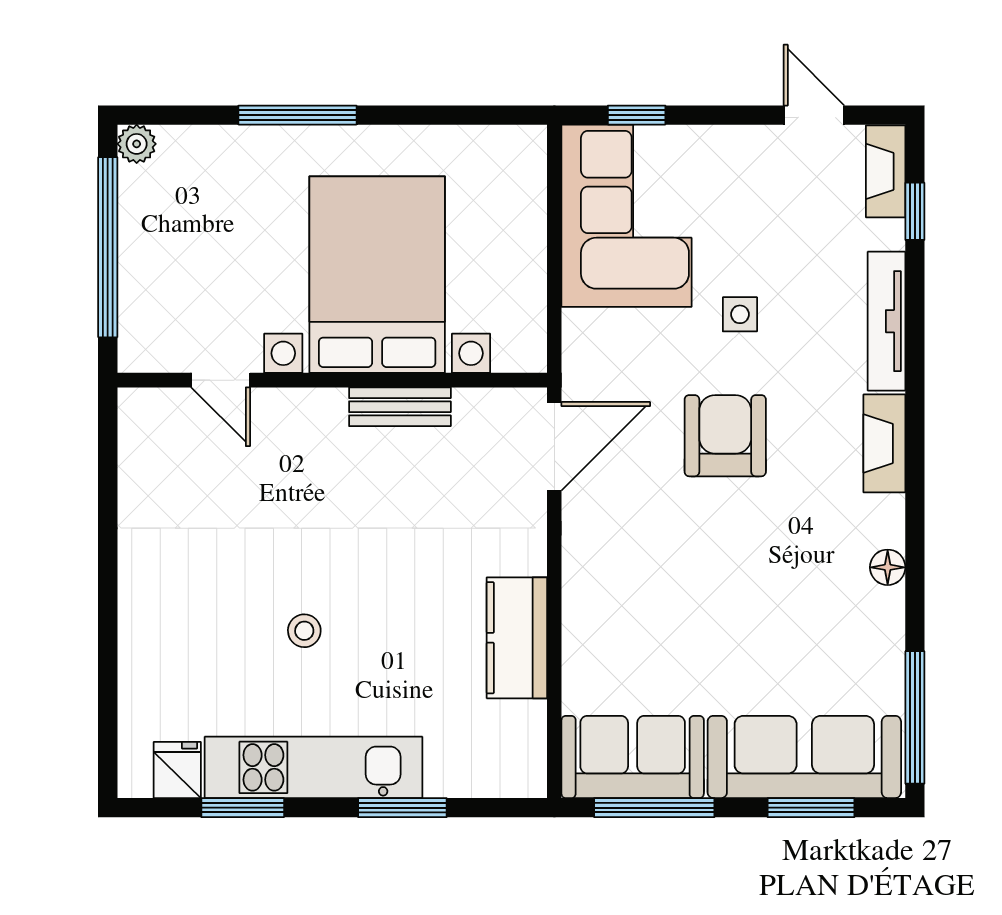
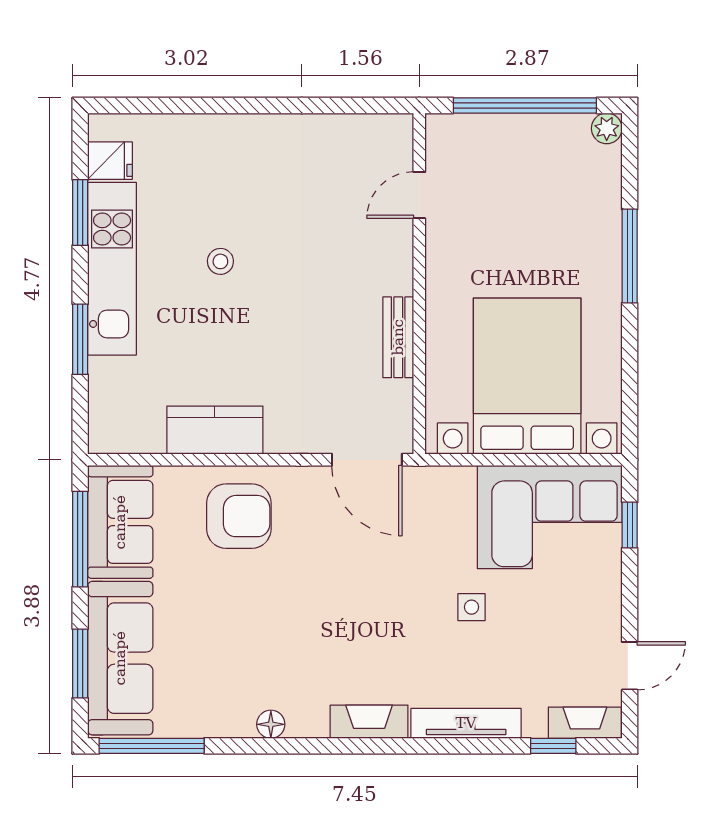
bed with nightstands: (377, 275) -> (527, 376), moved, turned -90
armchair: (725, 436) -> (239, 516), moved

